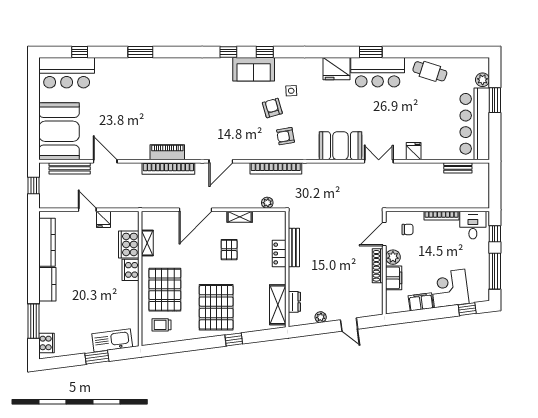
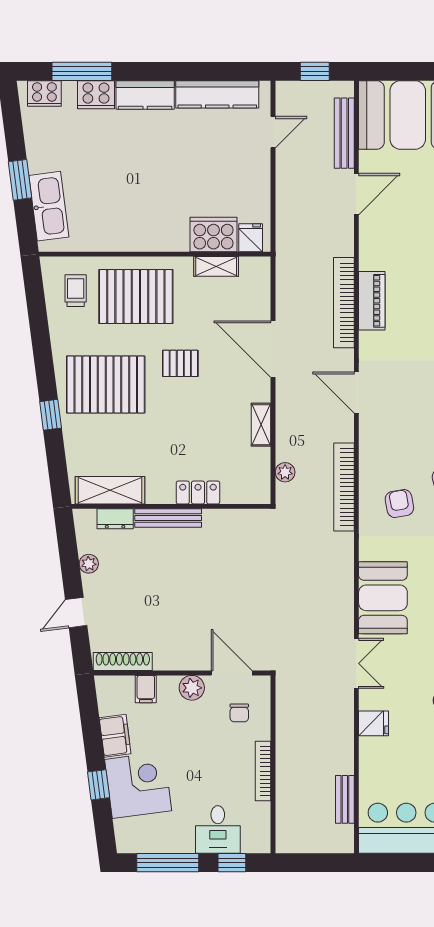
door: (87, 210) -> (273, 132), moved
fridge: (104, 219) -> (251, 238), moved, turned 90
desk: (473, 225) -> (218, 830), moved, turned 90
bench: (294, 248) -> (168, 518), moved
pallet: (229, 250) -> (180, 363), moved
shoe rack: (378, 266) -> (123, 662), moved
cooker: (131, 270) -> (96, 95), moved, turned 180
filing cabinet: (394, 278) -> (146, 689), width x0.50
window: (467, 309) -> (99, 785), moved

